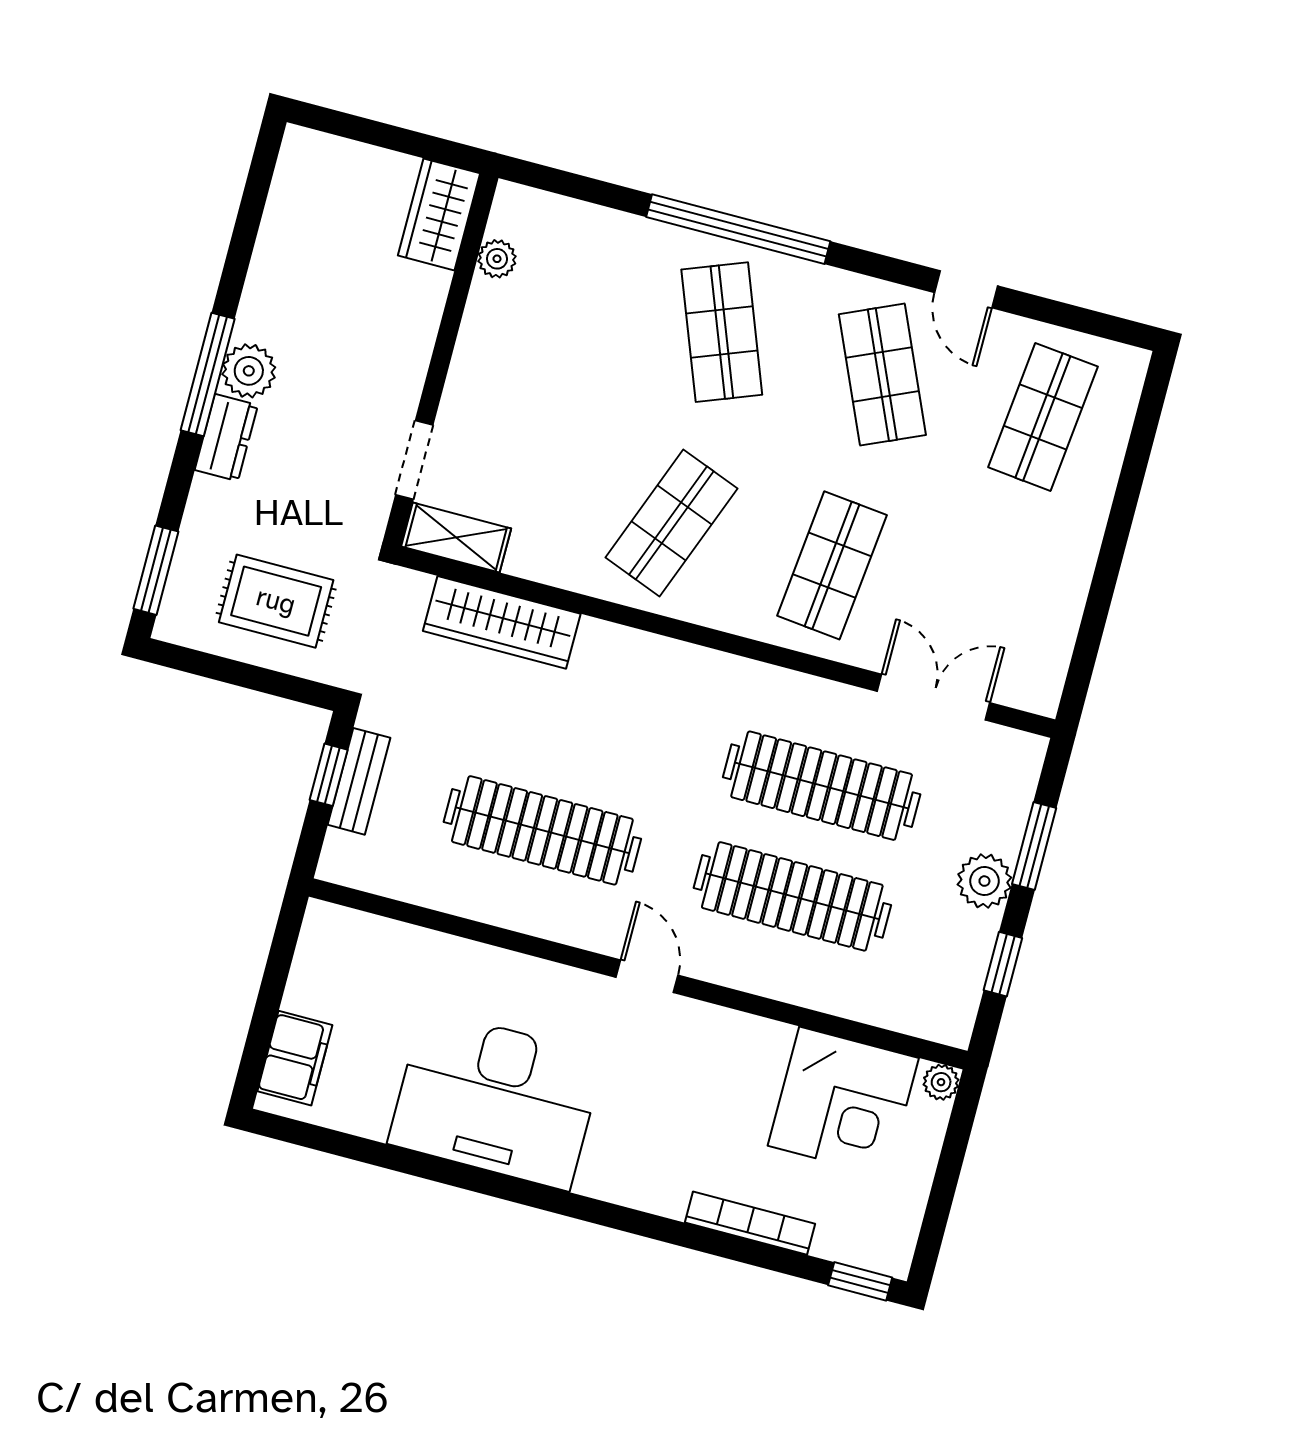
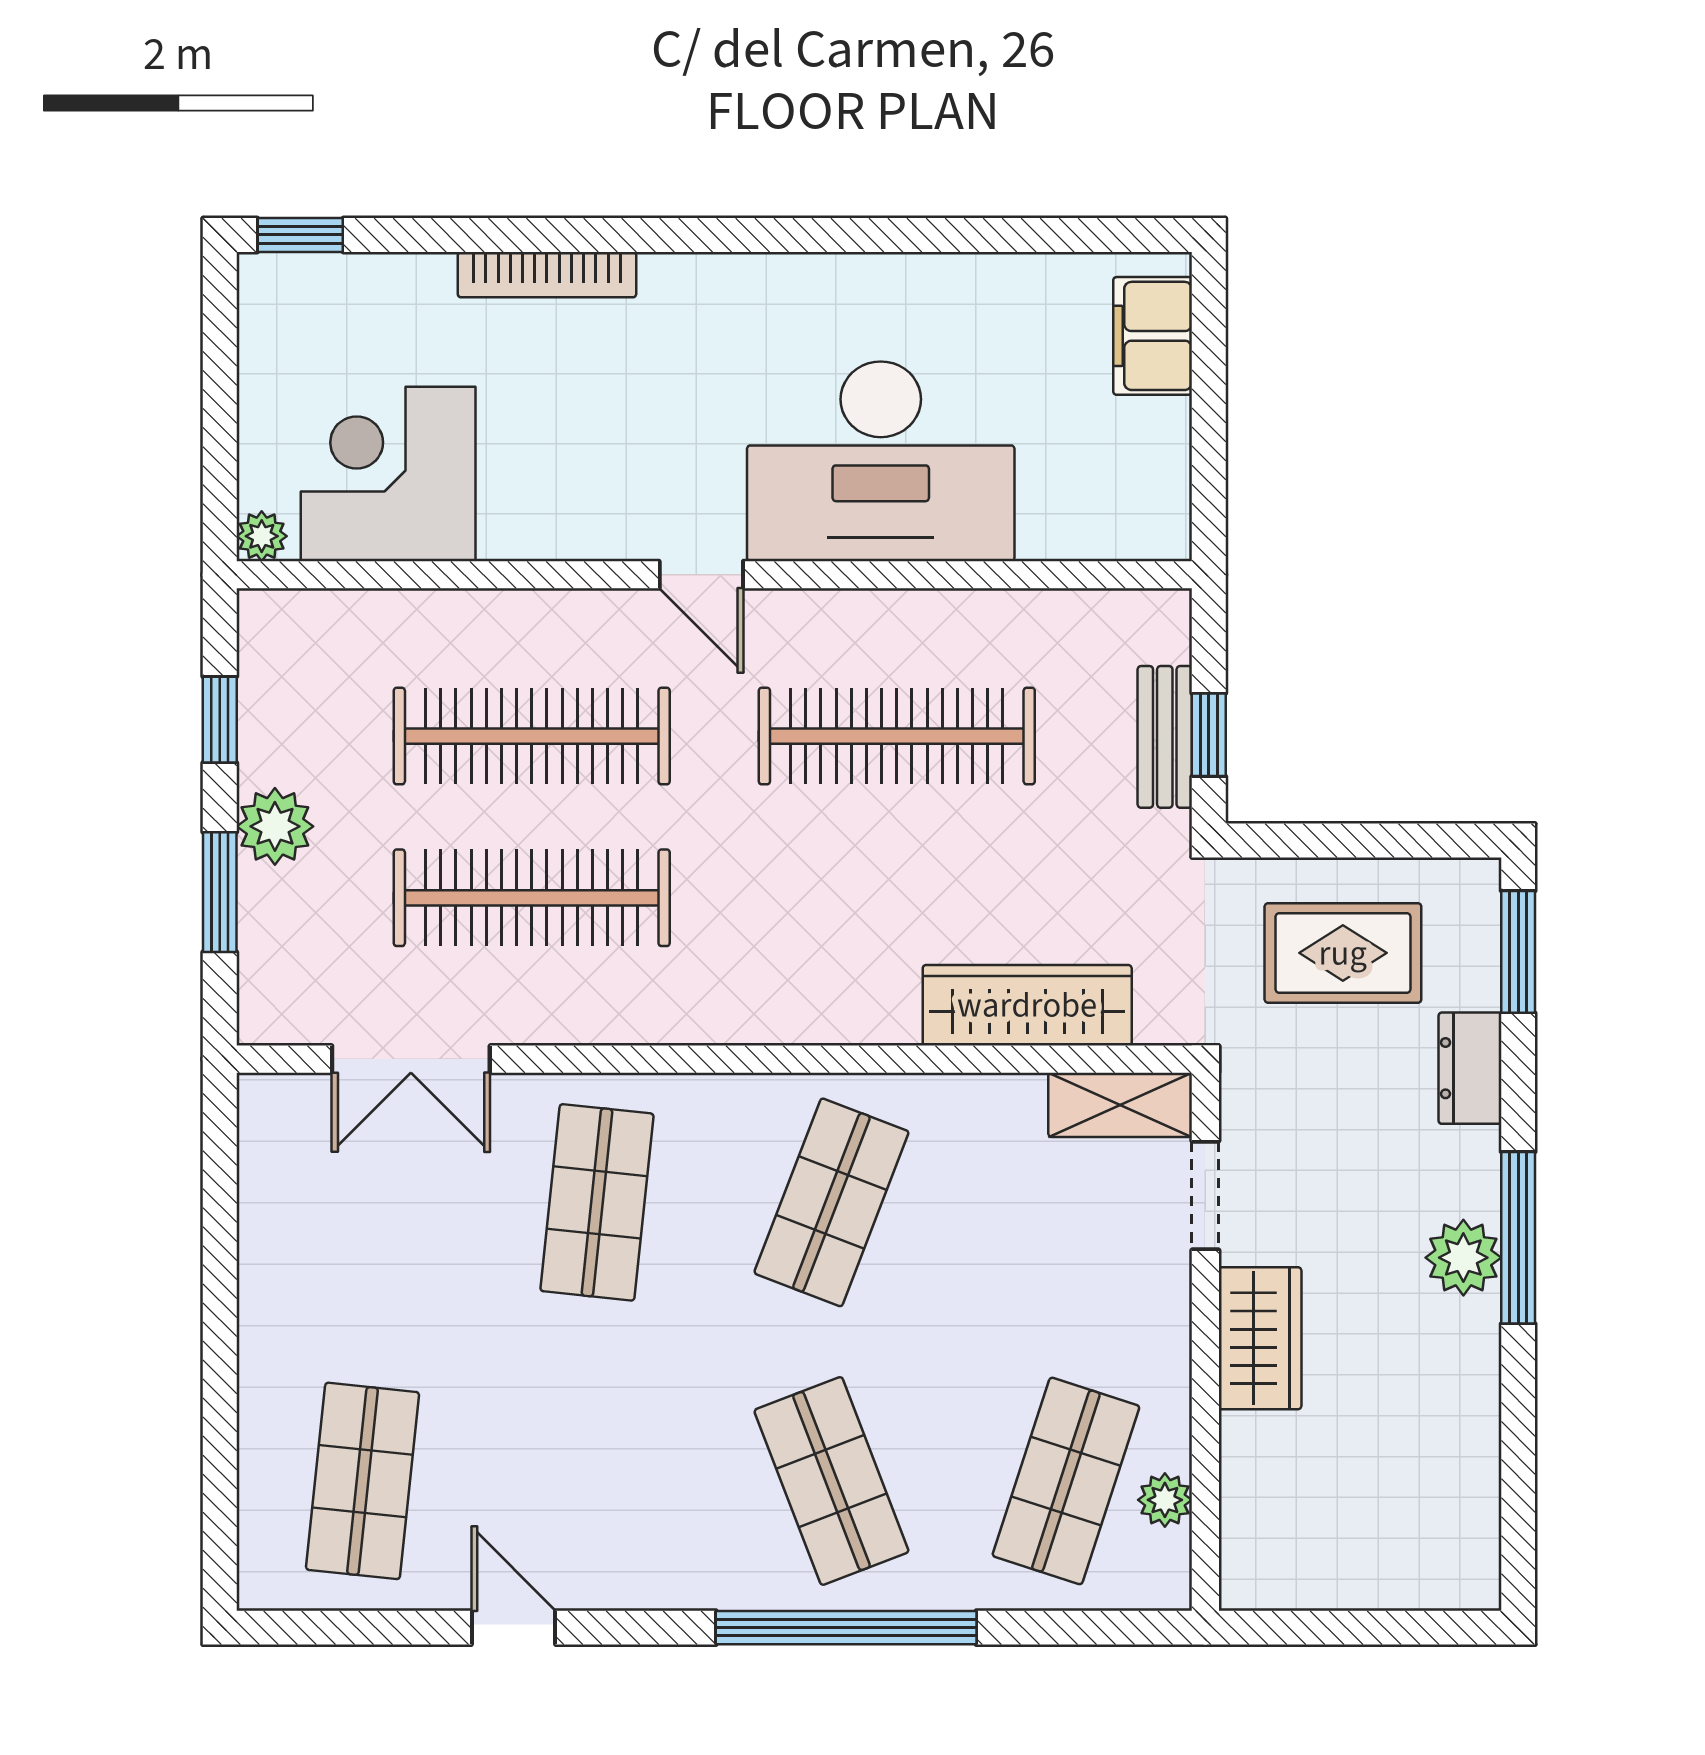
wardrobe: (439, 214) -> (1260, 1338), moved
shop shelf: (882, 375) -> (1066, 1481), moved, turned 42
dresser: (226, 438) -> (1470, 1068), moved
desk: (496, 1100) -> (881, 461), moved, turned 180
bookcase: (750, 1223) -> (547, 275), moved

